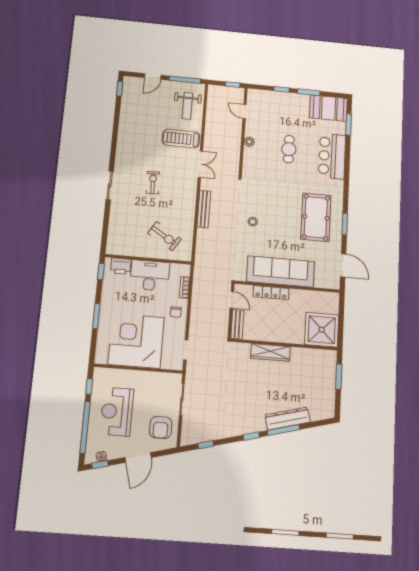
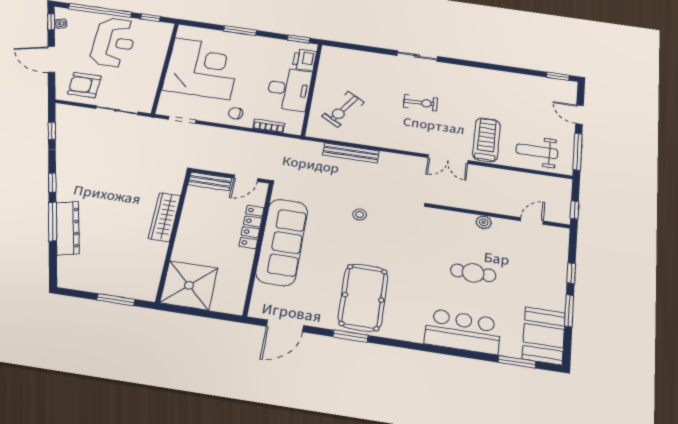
bench: (204, 209) -> (351, 153), moved
pool table: (316, 217) -> (363, 297), turned 90
reception desk: (117, 412) -> (114, 42), turned 90

